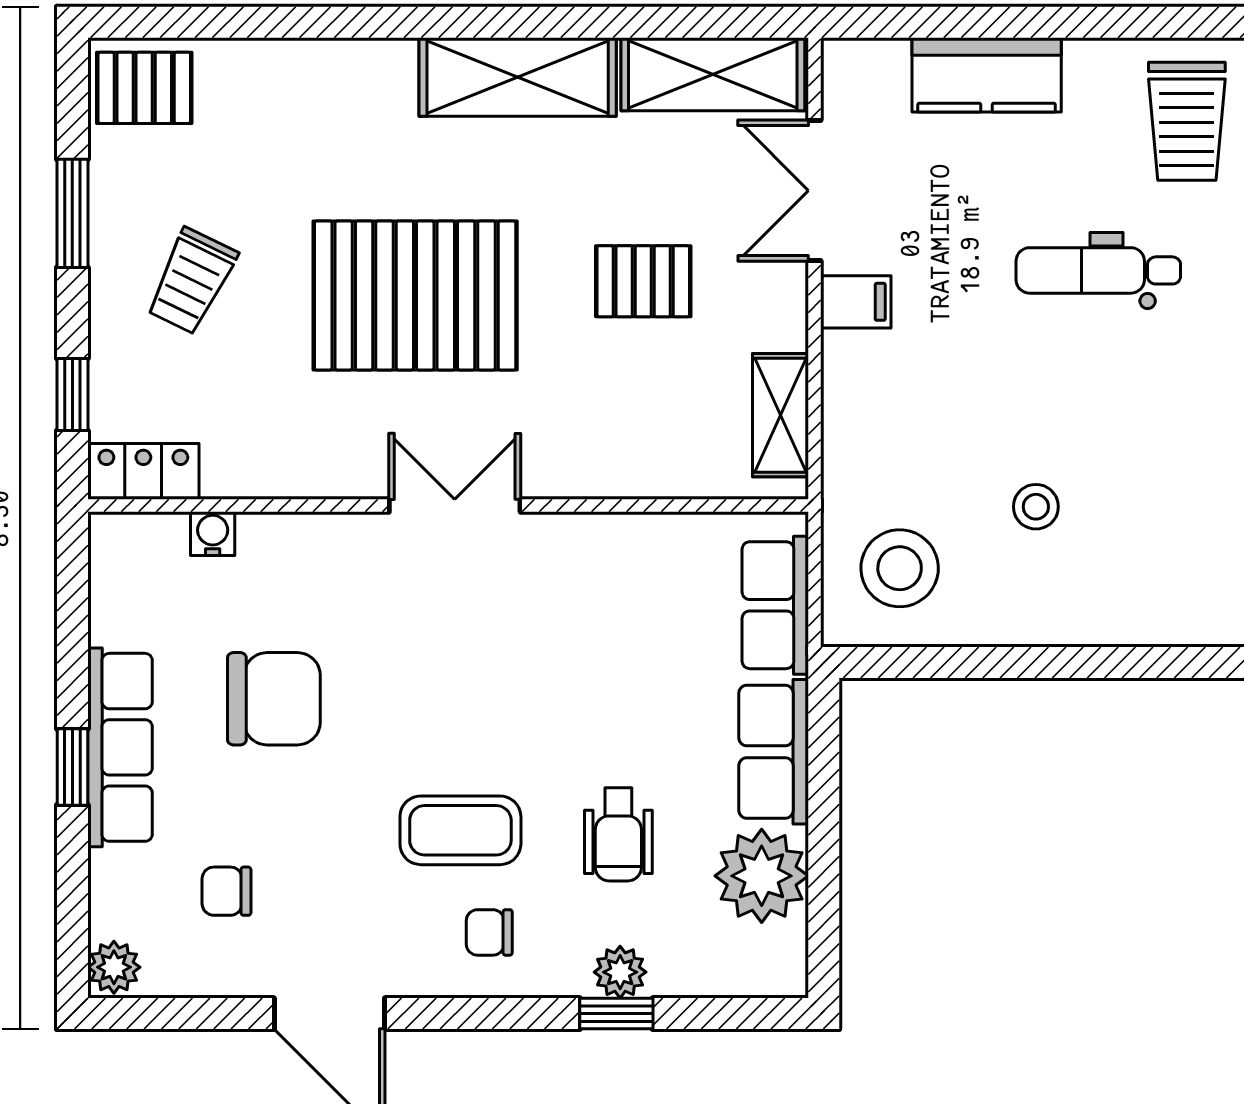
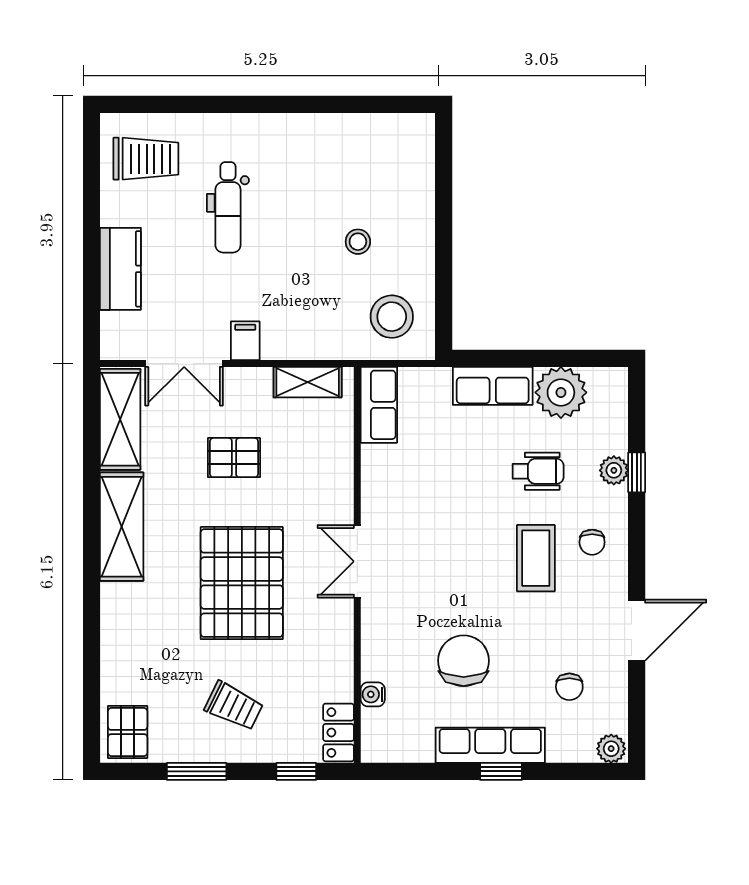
pallet: (643, 281) -> (234, 458), turned 90
row of seats: (775, 605) -> (379, 405), moved, turned -90

